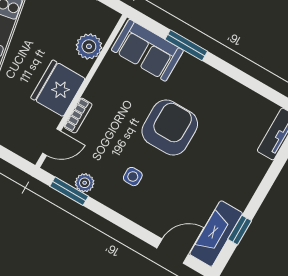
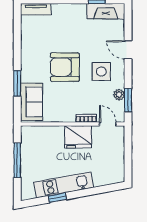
plant: (89, 46) -> (47, 133), removed
side table: (133, 177) -> (101, 72), width x1.87, depth x1.87
door: (173, 251) -> (128, 50), moved

